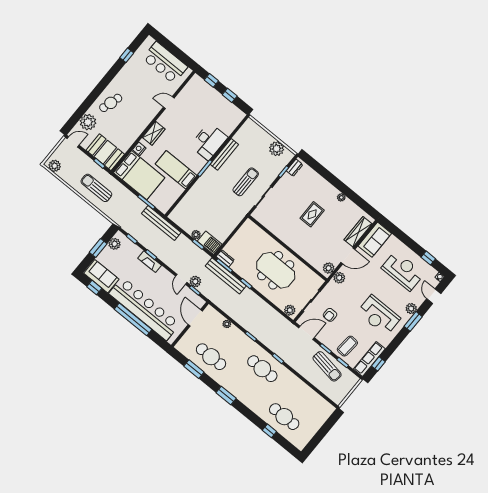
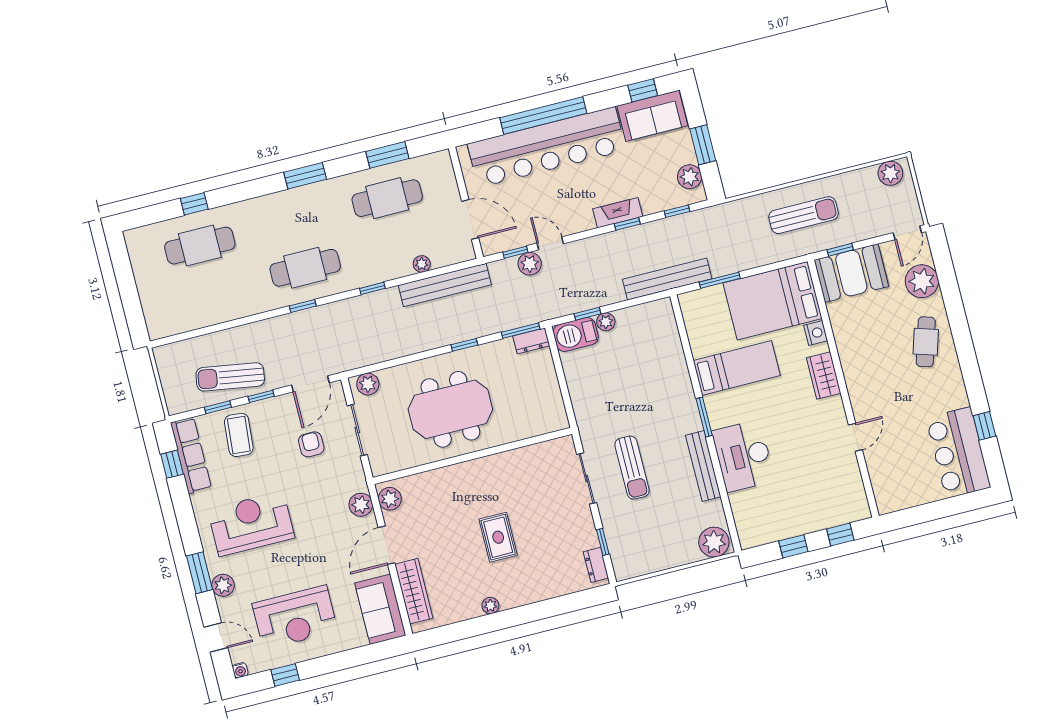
bar counter: (165, 63) -> (958, 453), moved, turned -90
plant: (277, 149) -> (714, 542), moved
bench: (226, 276) -> (445, 285), moved

